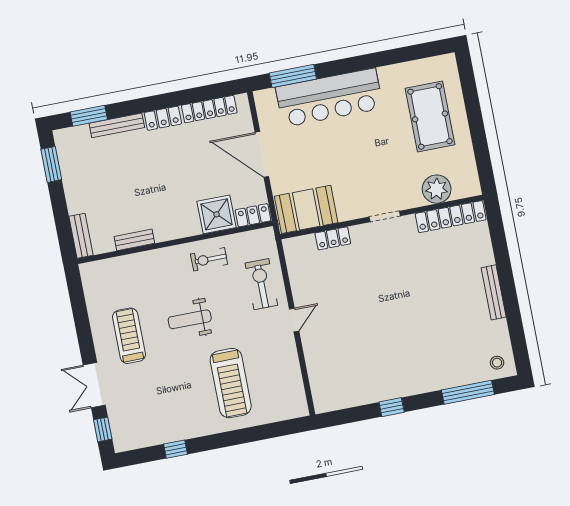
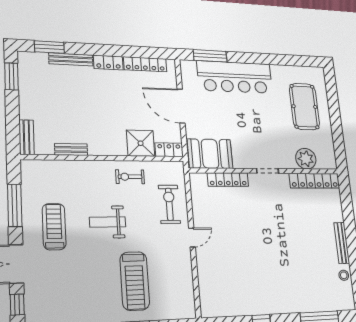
locker: (333, 238) -> (228, 180), width x1.53
window: (81, 319) -> (15, 205), added
stool: (497, 363) -> (344, 275), moved

